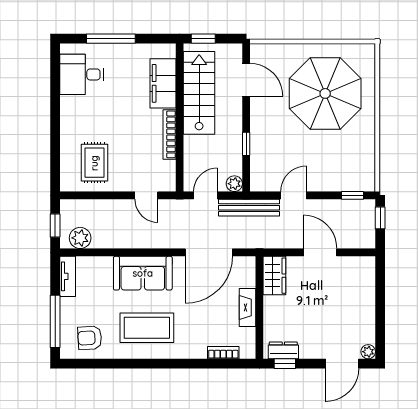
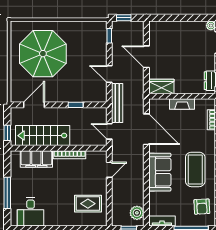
plant: (234, 184) -> (102, 113), removed
door: (320, 252) -> (146, 57), hinge flipped

